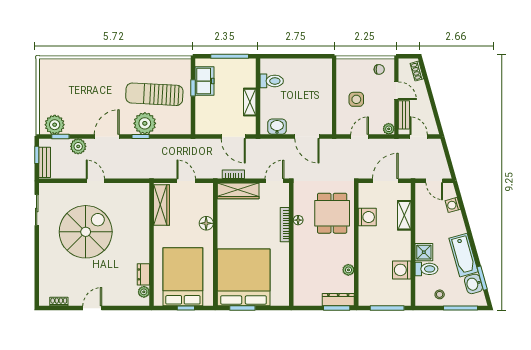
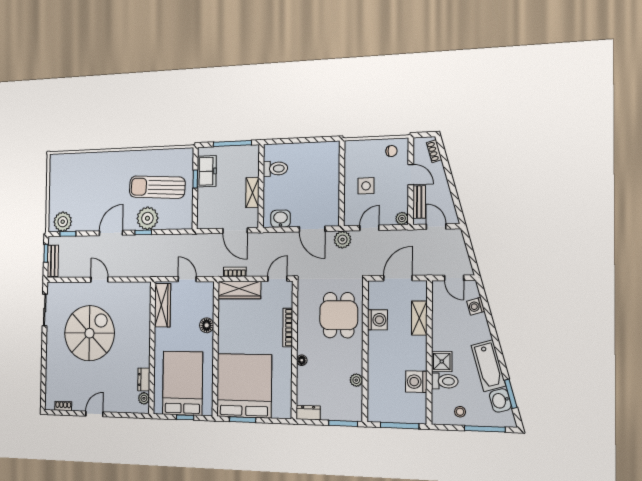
plant: (78, 146) -> (343, 240), moved
floor lamp: (298, 220) -> (302, 360), moved
dresser: (338, 300) -> (308, 413), moved, width x0.70

